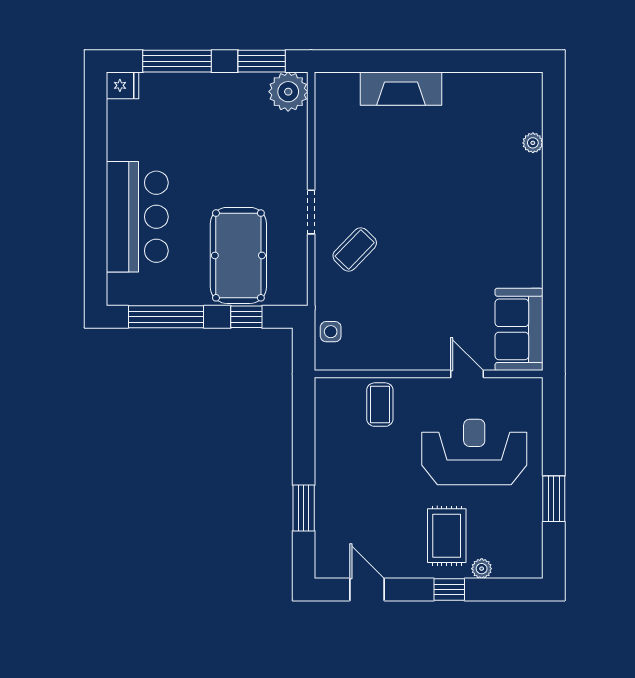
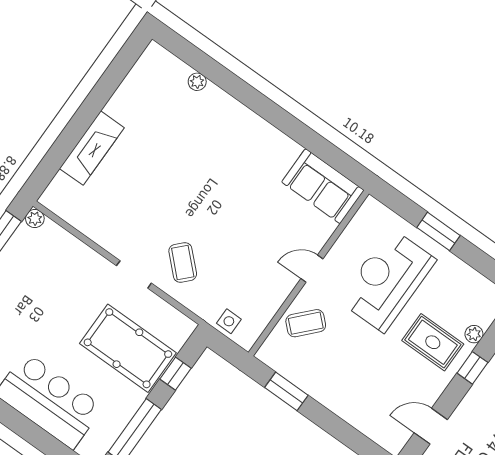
plant: (288, 92) -> (35, 219), width x0.53, depth x0.53
door: (467, 374) -> (312, 269), moved
coffee table: (380, 405) -> (306, 323), turned -47
window: (554, 499) -> (438, 231), moved
window: (304, 508) -> (286, 391), moved

